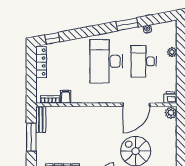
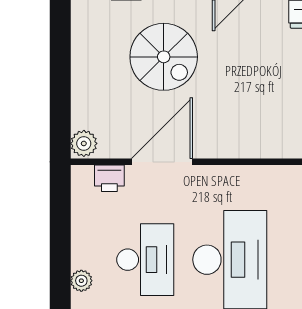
printer: (170, 97) -> (109, 178), moved

